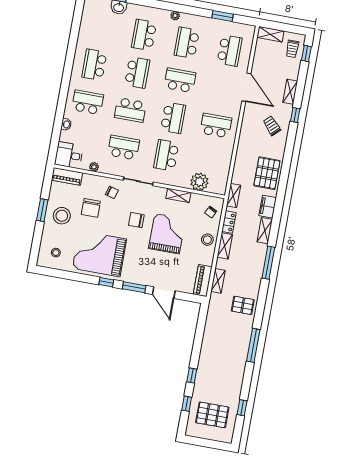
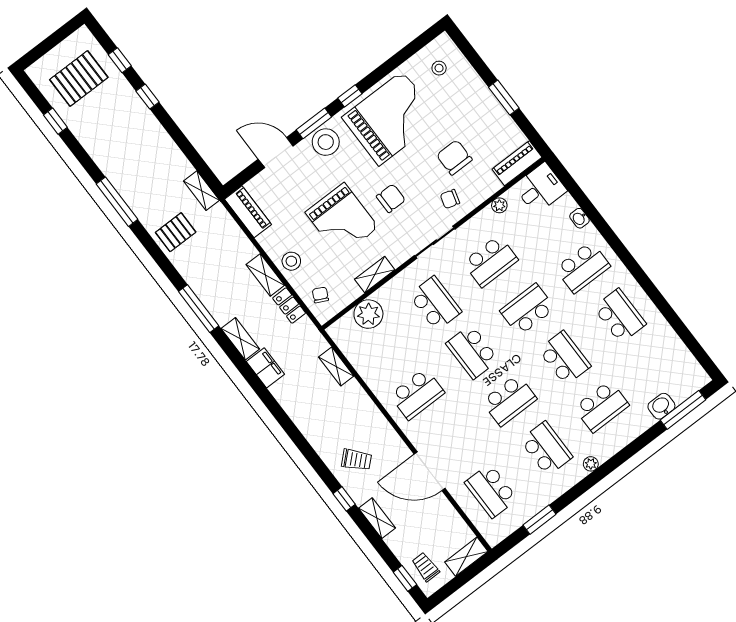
school desk: (144, 35) -> (602, 406), turned 90
school desk: (137, 72) -> (564, 358), turned 180
pallet: (267, 173) -> (306, 403), removed
shelving: (233, 195) -> (336, 367), moved
stool: (62, 216) -> (326, 142), moved
shelving: (218, 281) -> (202, 191), moved

